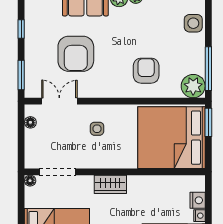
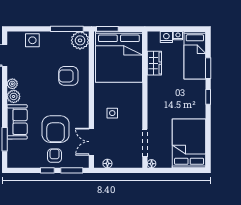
window: (21, 29) -> (47, 170), moved
armchair: (41, 52) -> (55, 156), added
armchair: (76, 54) -> (56, 129), turned 90
wardrobe: (110, 184) -> (154, 63), moved

